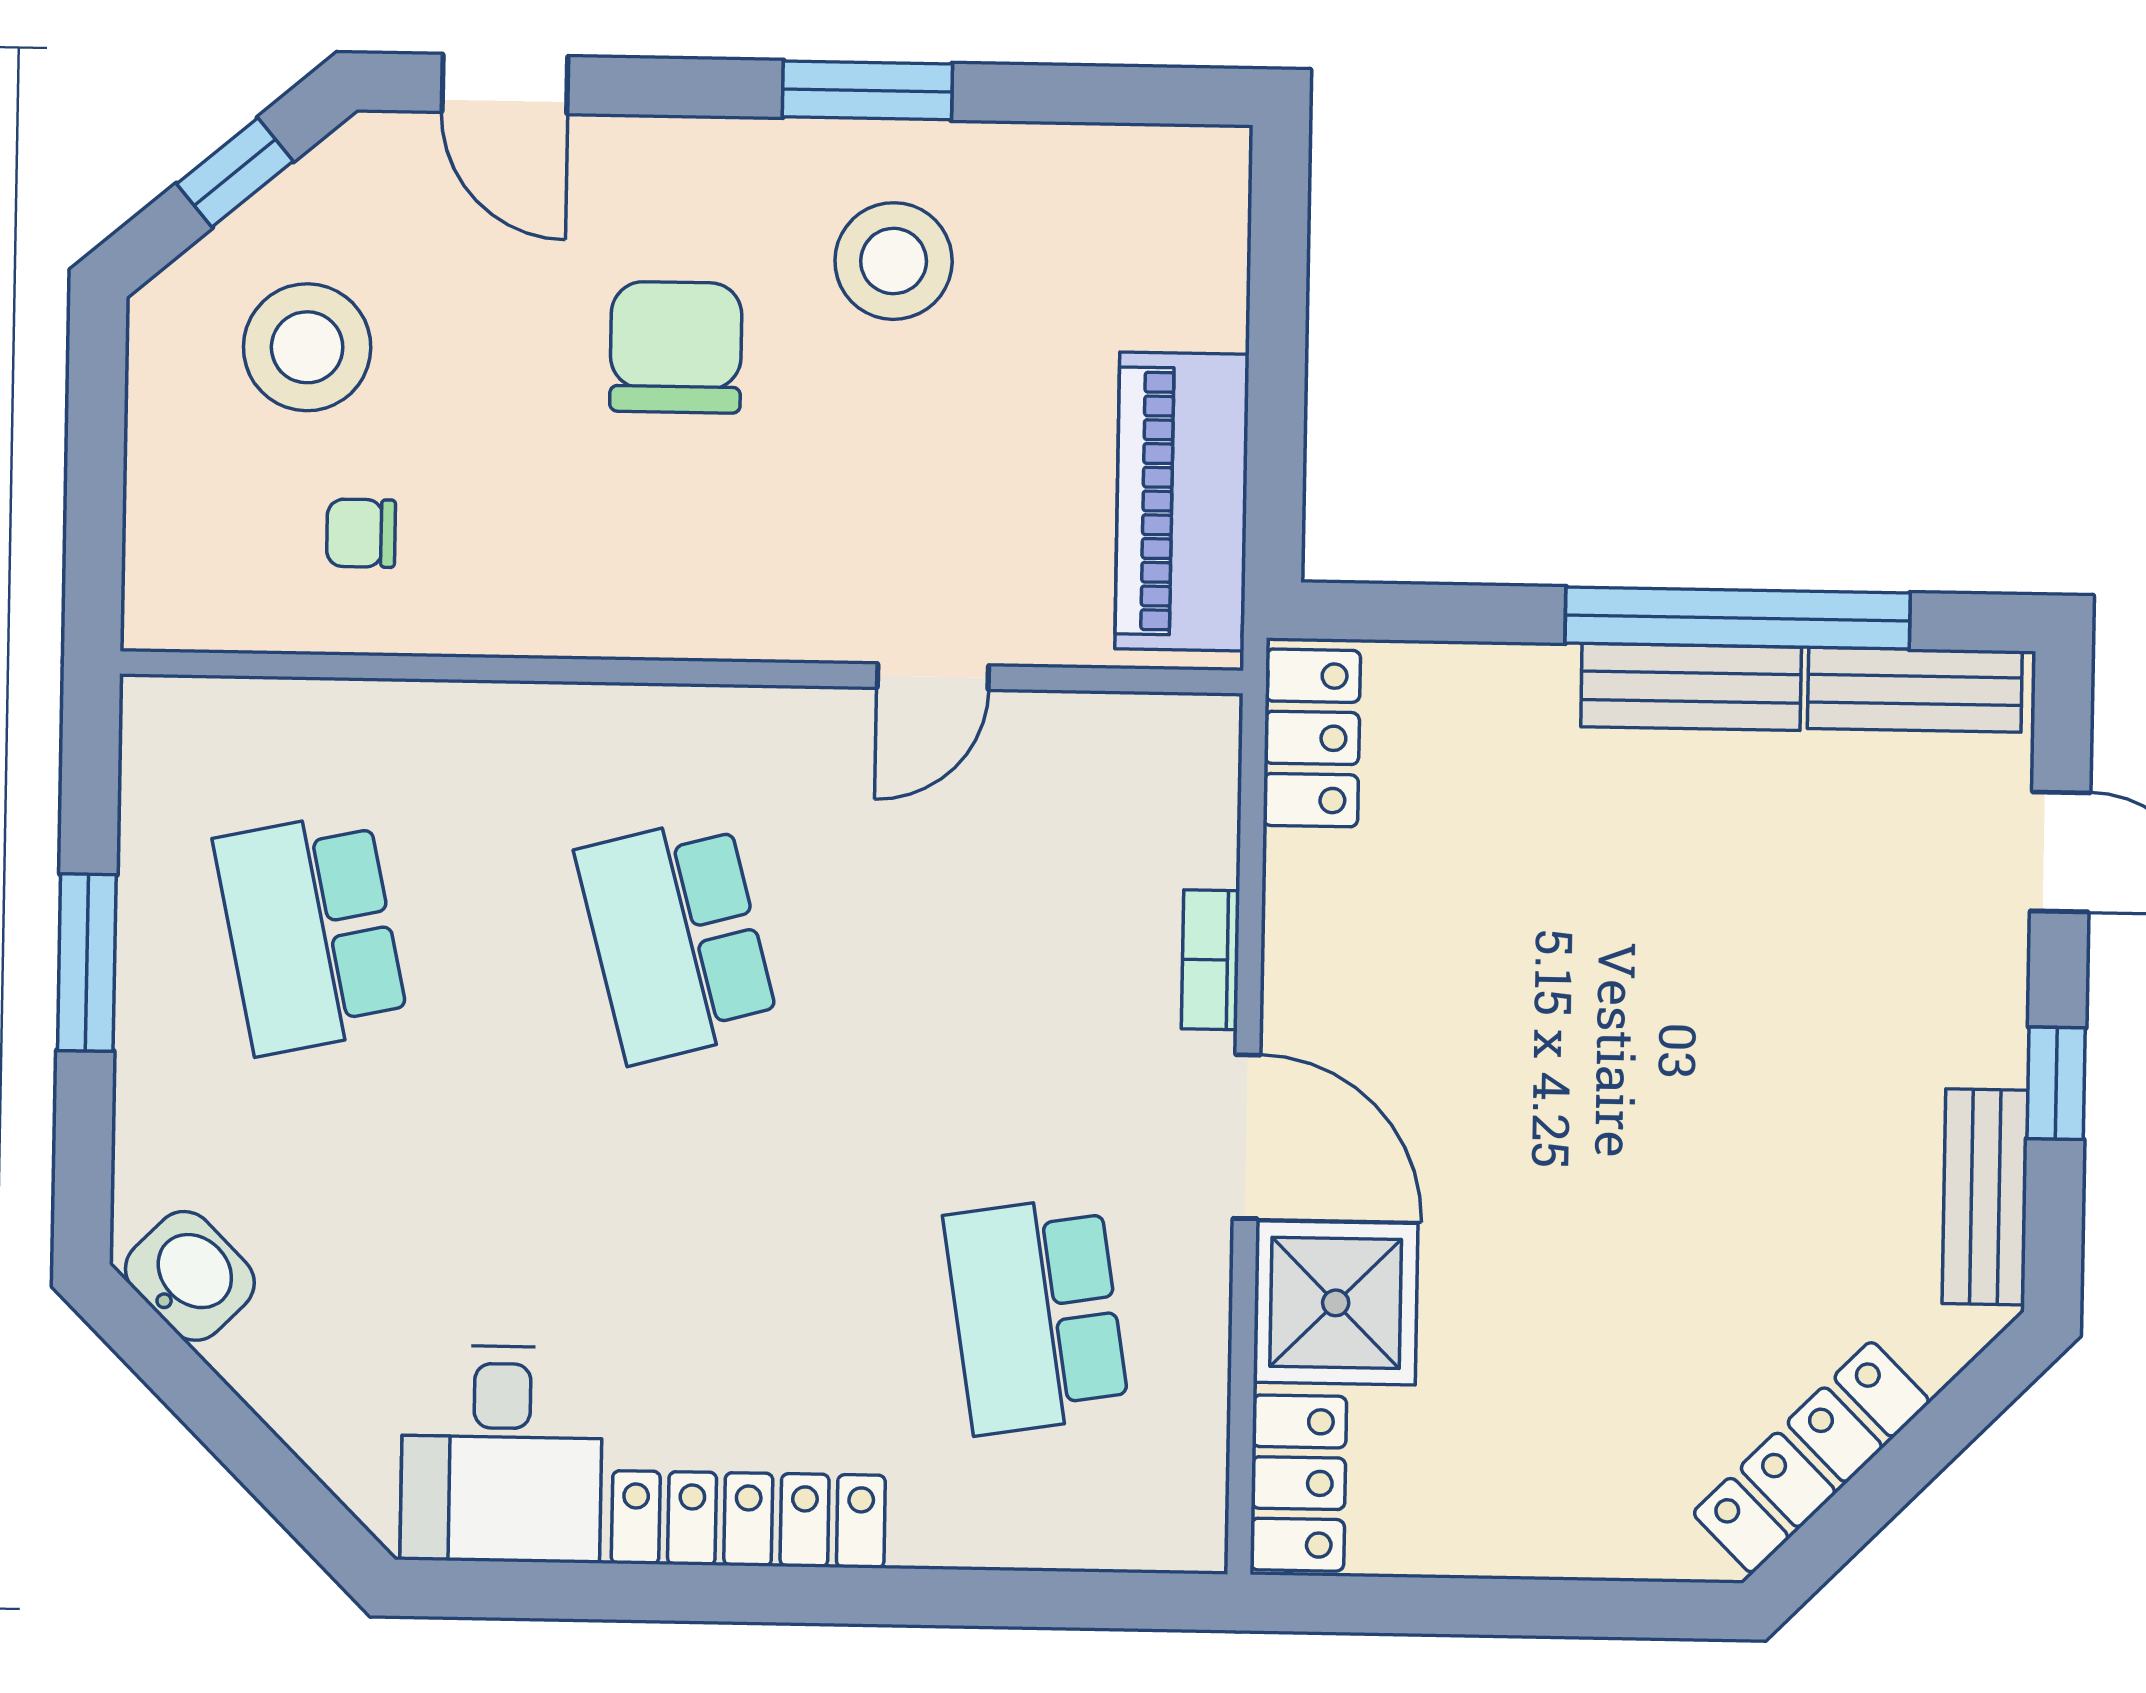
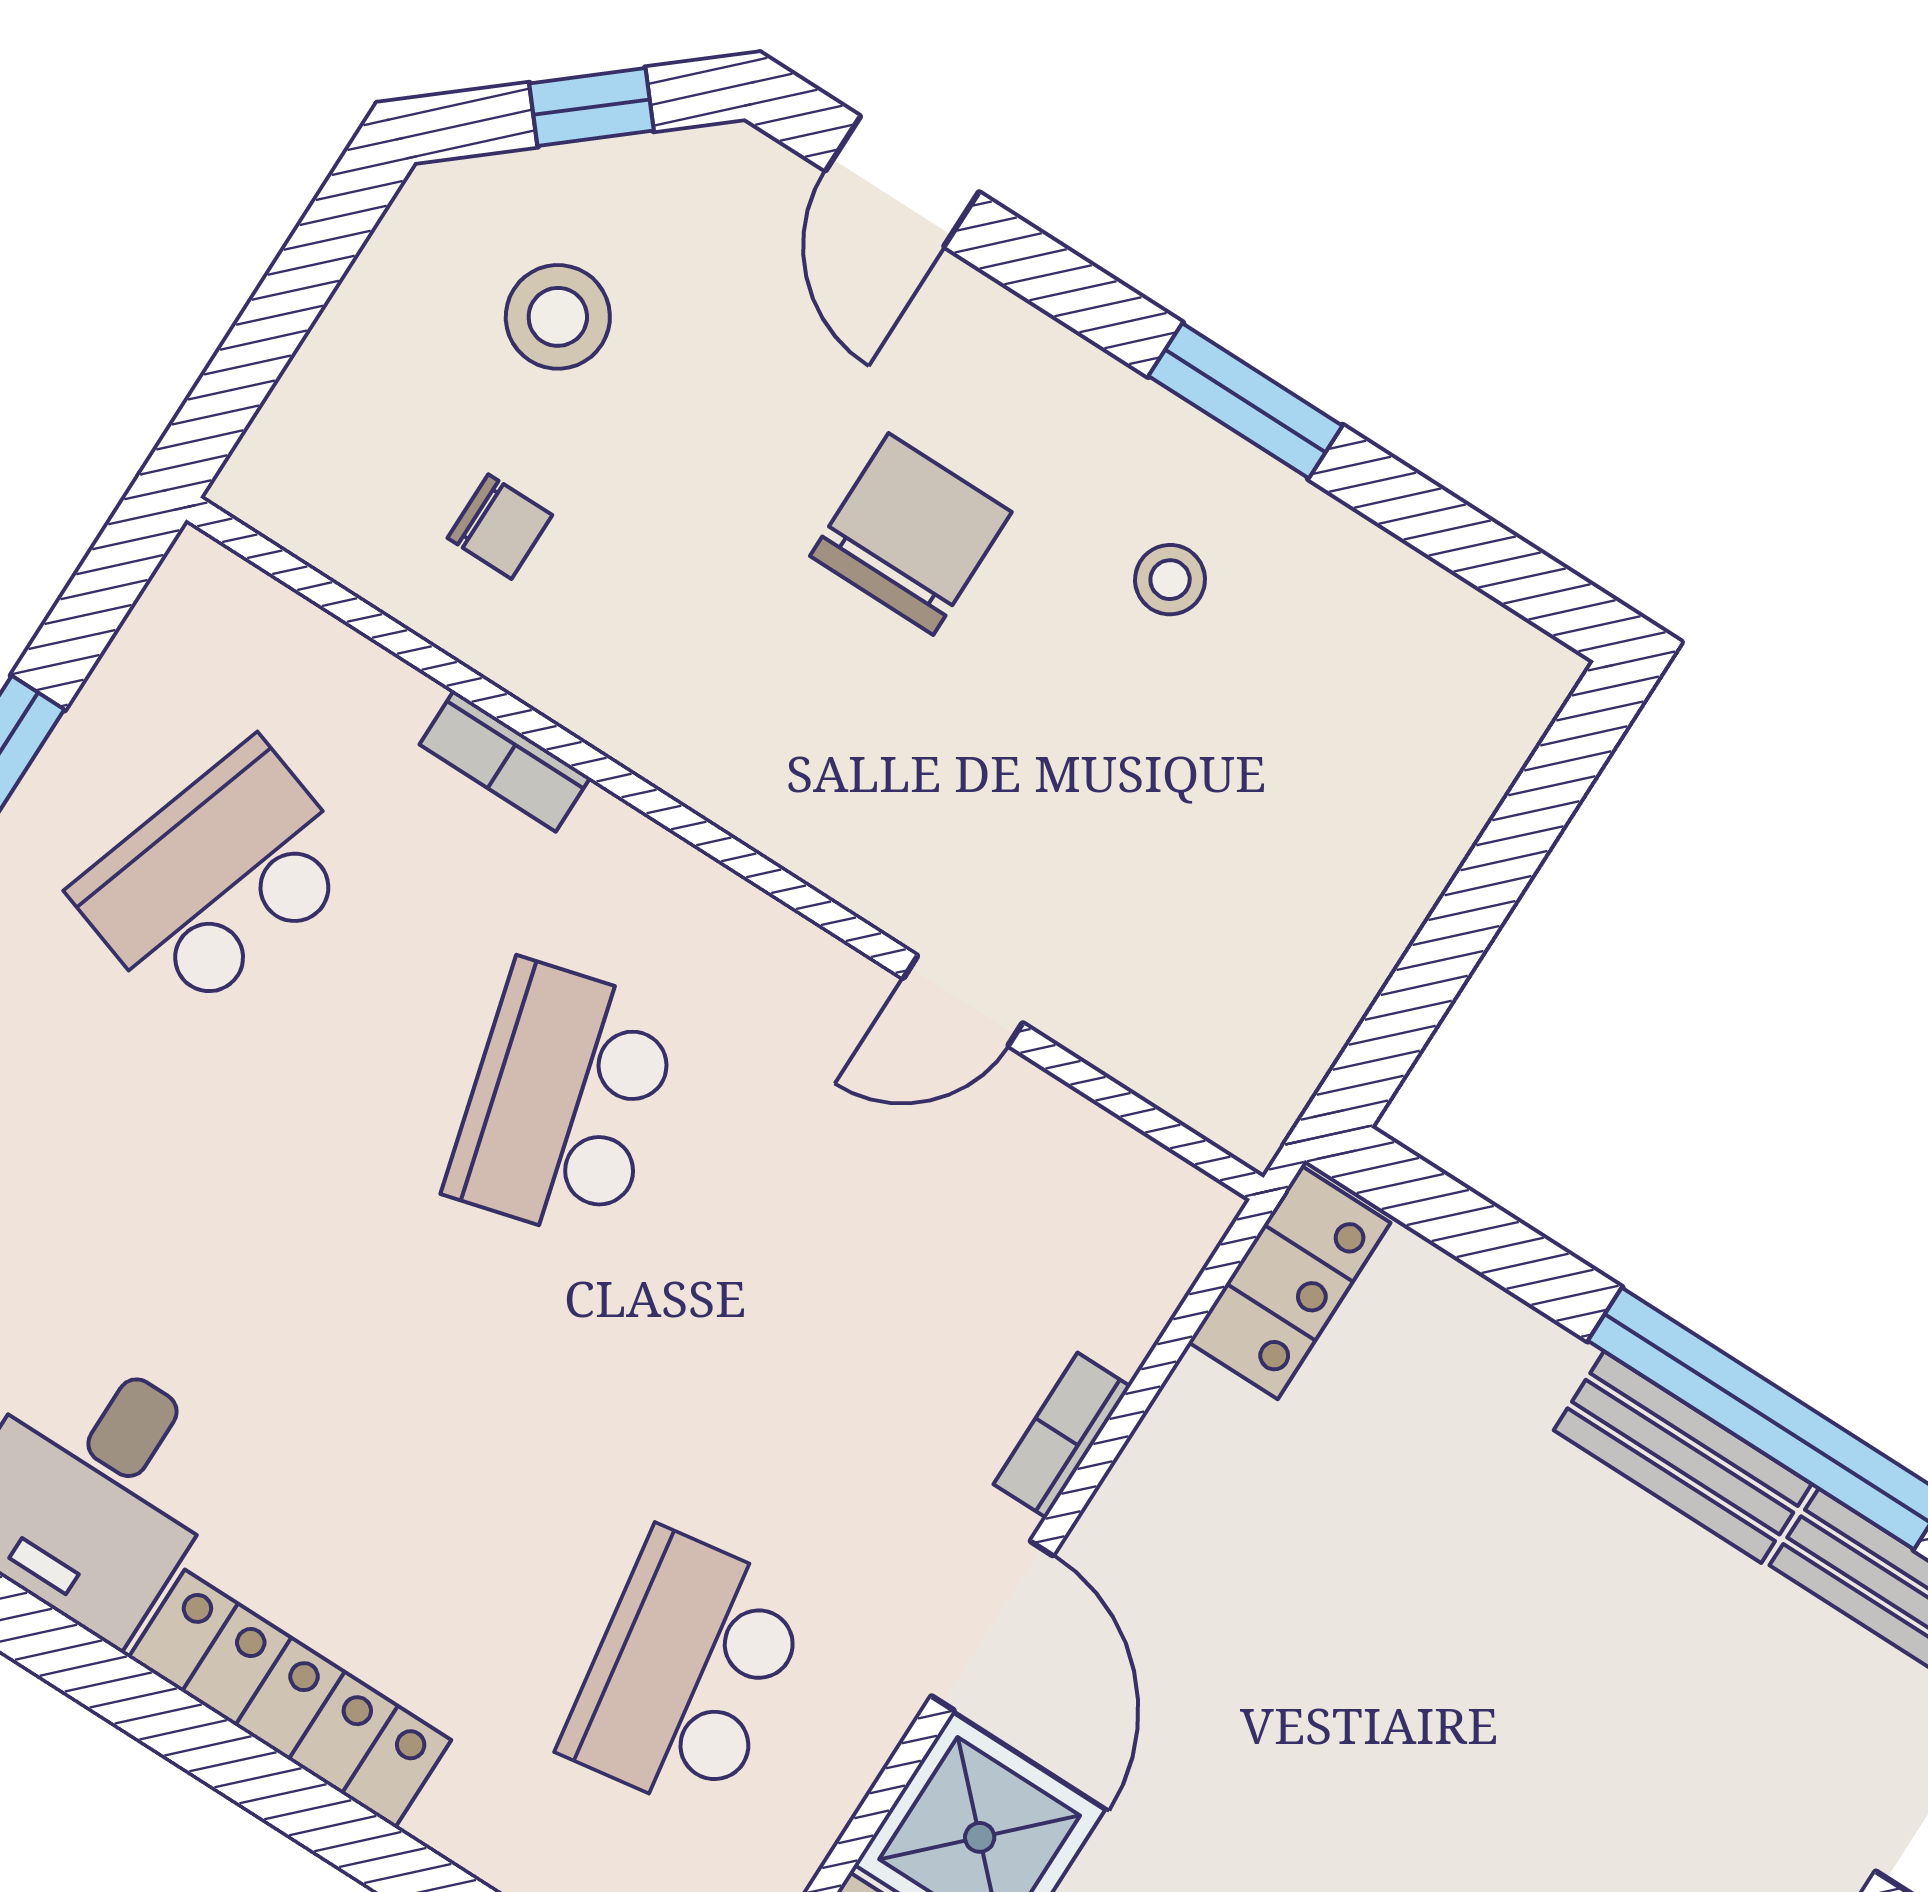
stool: (894, 261) -> (1170, 580), width x0.53, depth x0.53
stool: (307, 347) -> (558, 317), width x0.73, depth x0.73
piano: (1182, 502) -> (1304, 980), removed
chair: (361, 533) -> (500, 527), turned 180
bookcase: (474, 709) -> (505, 761), added
school desk: (311, 933) -> (217, 880), turned 30

